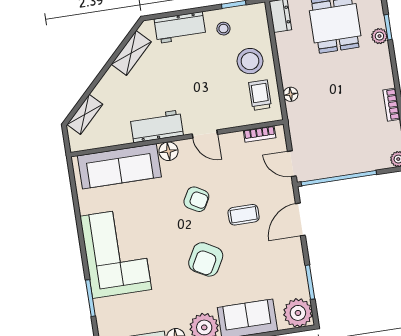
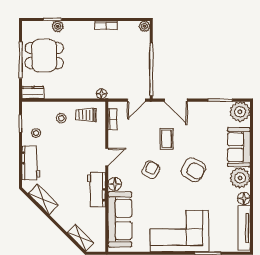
stool: (250, 61) -> (61, 118), width x0.53, depth x0.53
floor lamp: (291, 94) -> (101, 94), moved

